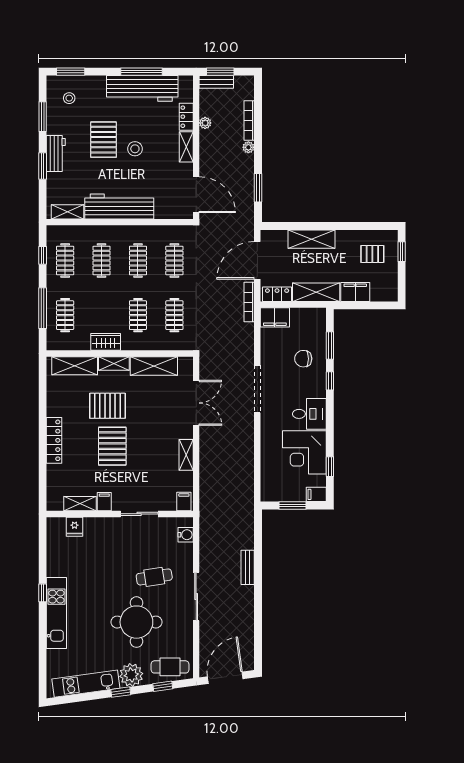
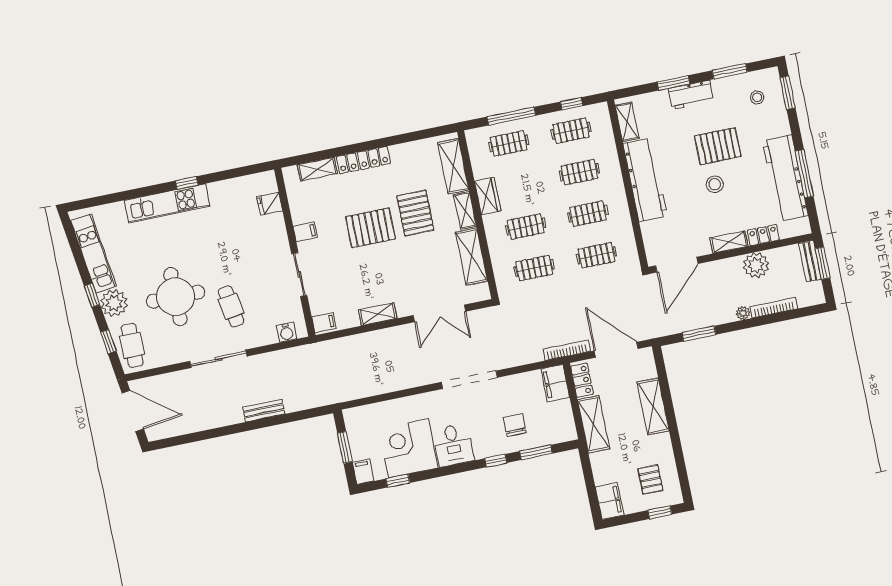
plant: (205, 123) -> (756, 265), width x1.87, depth x1.87
filing cabinet: (355, 292) -> (610, 501), moved
shelving: (80, 504) -> (317, 169), moved, turned 90

